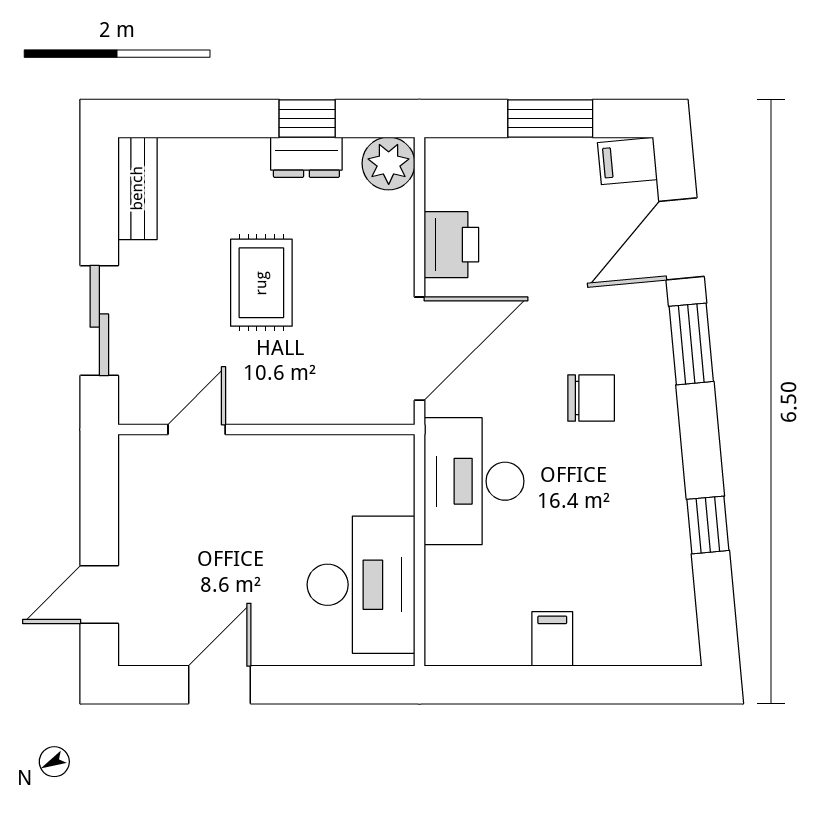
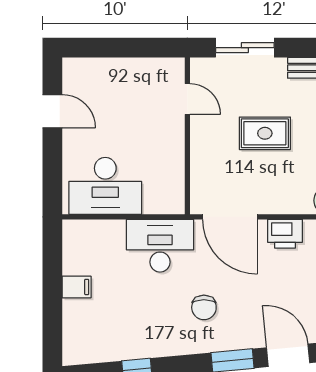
door: (99, 595) -> (100, 48), removed

